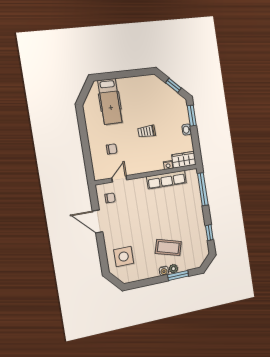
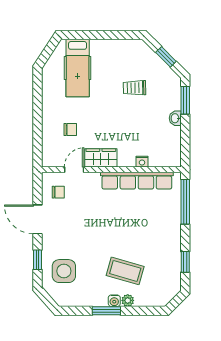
trolley: (147, 131) -> (135, 88), moved
wardrobe: (184, 160) -> (101, 158), moved
row of seats: (167, 180) -> (137, 181), width x1.36
window: (102, 252) -> (38, 260), added
window: (178, 275) -> (106, 311), moved

